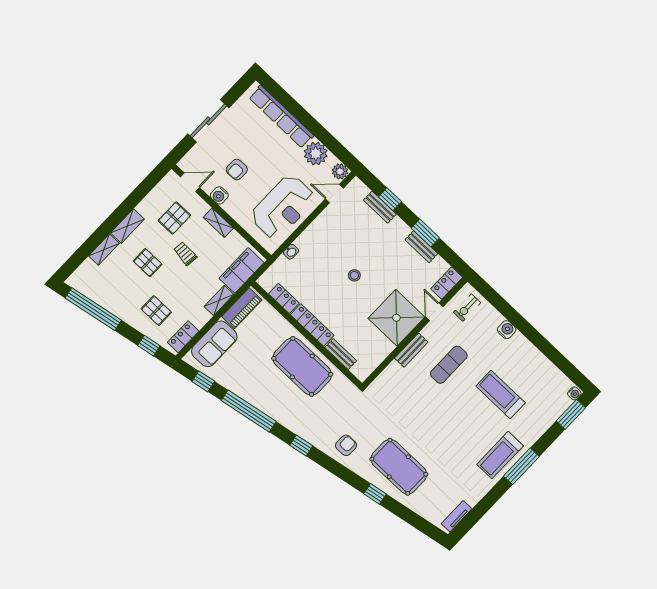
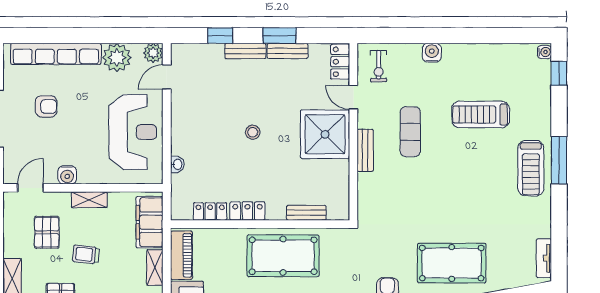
armchair: (237, 170) -> (46, 106), moved, turned -90
bench: (380, 207) -> (245, 51), moved
locker: (312, 325) -> (247, 211), width x0.66
window: (571, 414) -> (559, 73), width x0.67

